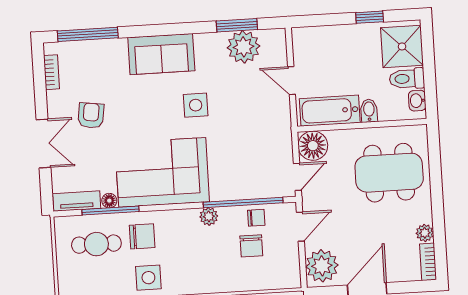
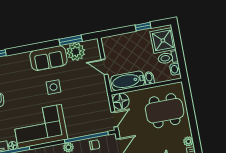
sofa: (161, 54) -> (48, 58), moved

